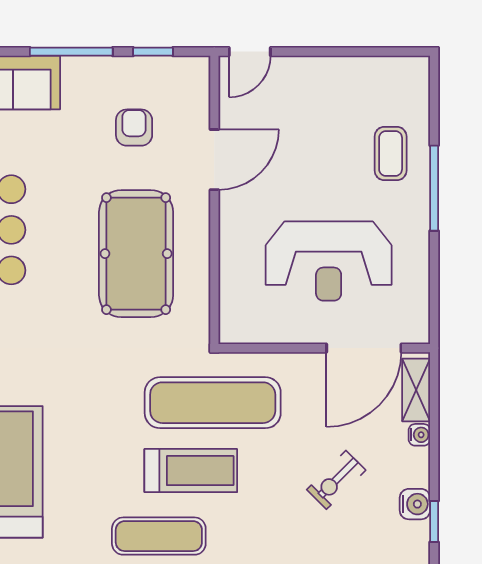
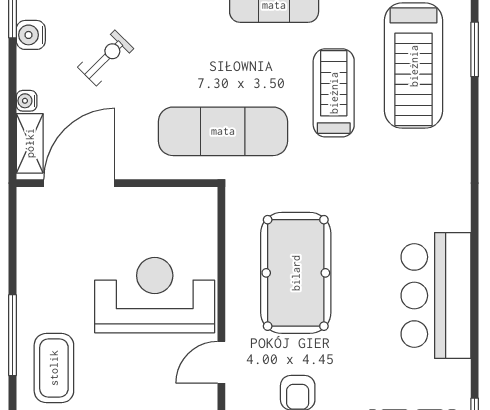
coffee table: (391, 154) -> (54, 368), width x1.36, depth x1.30
door: (214, 160) -> (221, 362), width x0.73
reception desk: (329, 261) -> (155, 295), moved
treadmill: (191, 471) -> (334, 93), moved, turned 90

